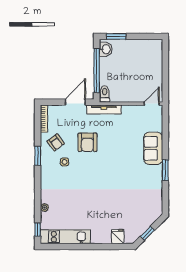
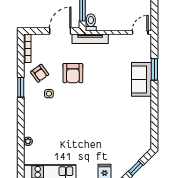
window: (165, 170) -> (154, 69), moved
window: (38, 230) -> (21, 164), removed

